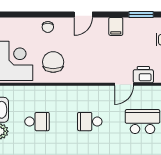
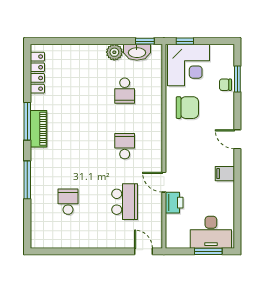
window: (141, 14) -> (237, 79), moved
chair: (48, 27) -> (225, 85), moved

